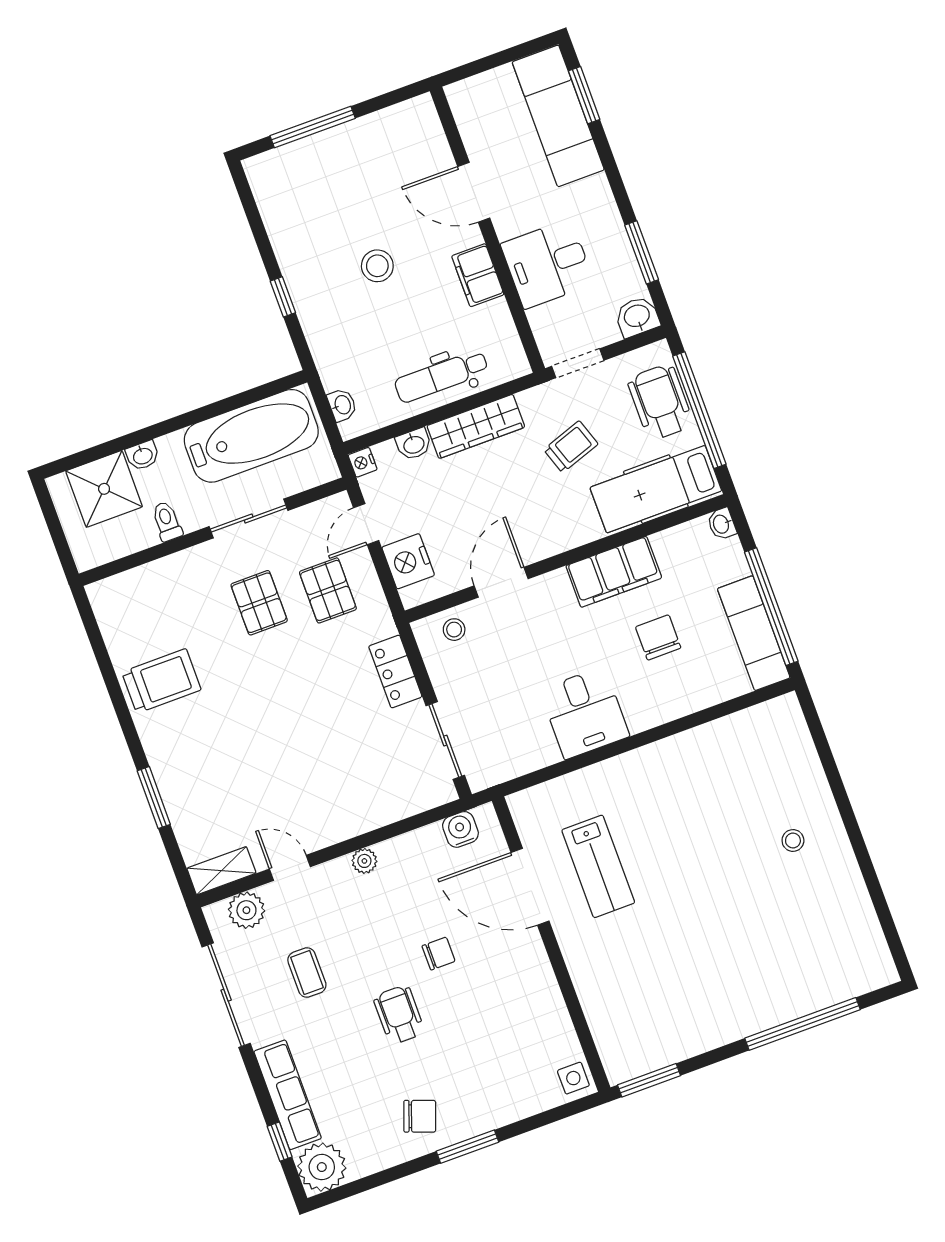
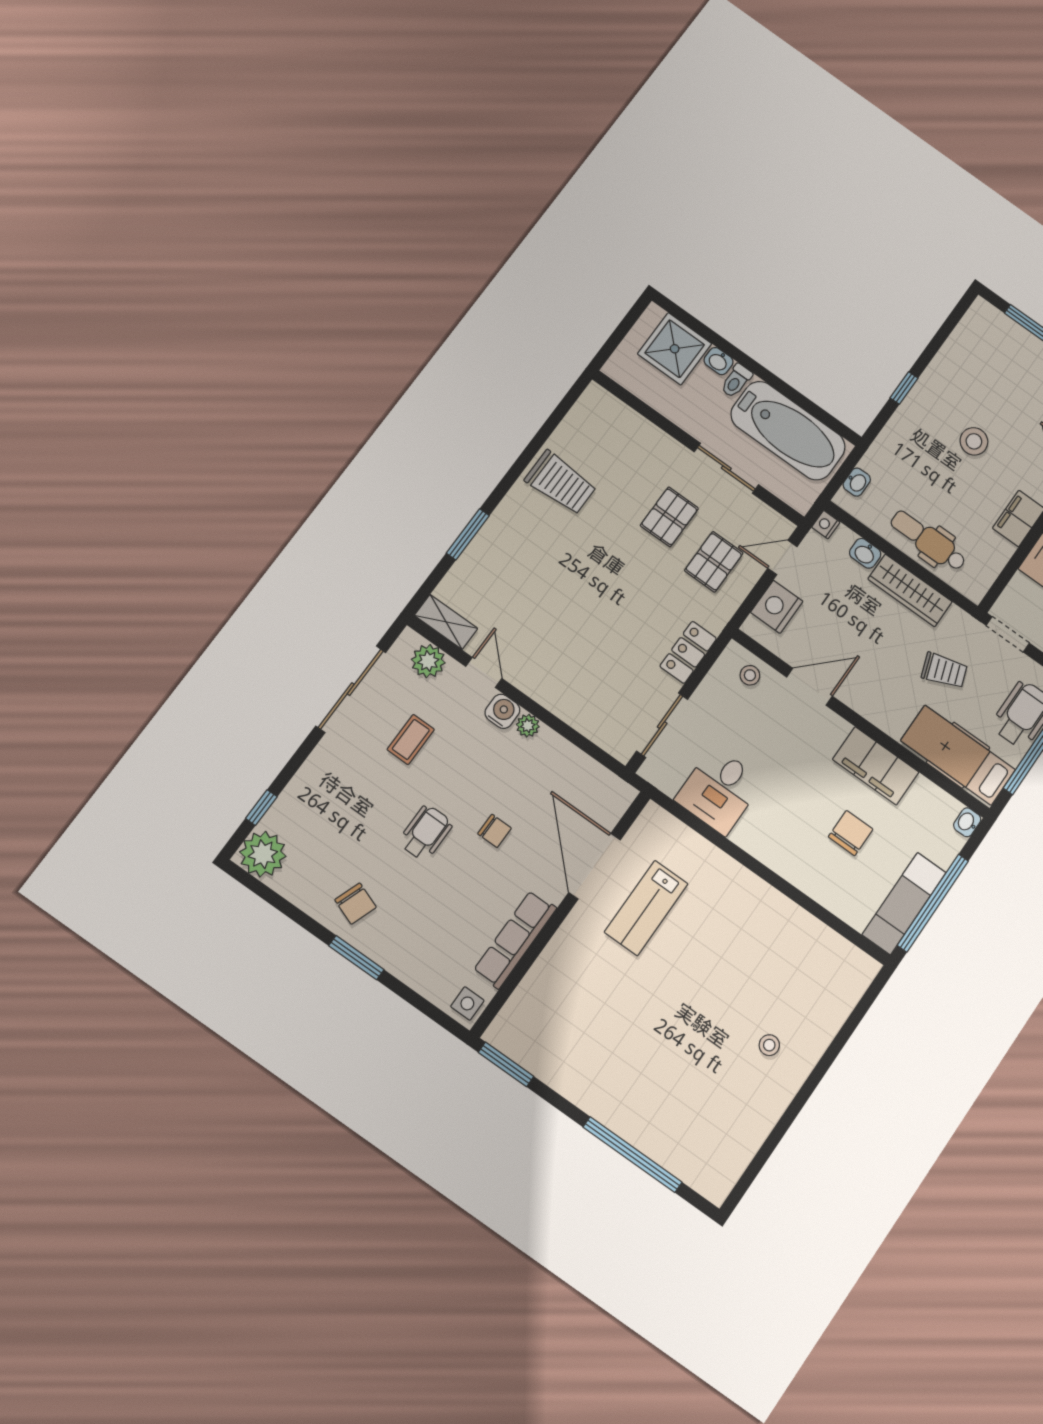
toilet: (167, 521) -> (736, 381), moved, turned 180
desk: (585, 713) -> (719, 790), moved
water cooler: (460, 829) -> (502, 711), moved
row of seats: (288, 1095) -> (515, 939), moved, turned 180

